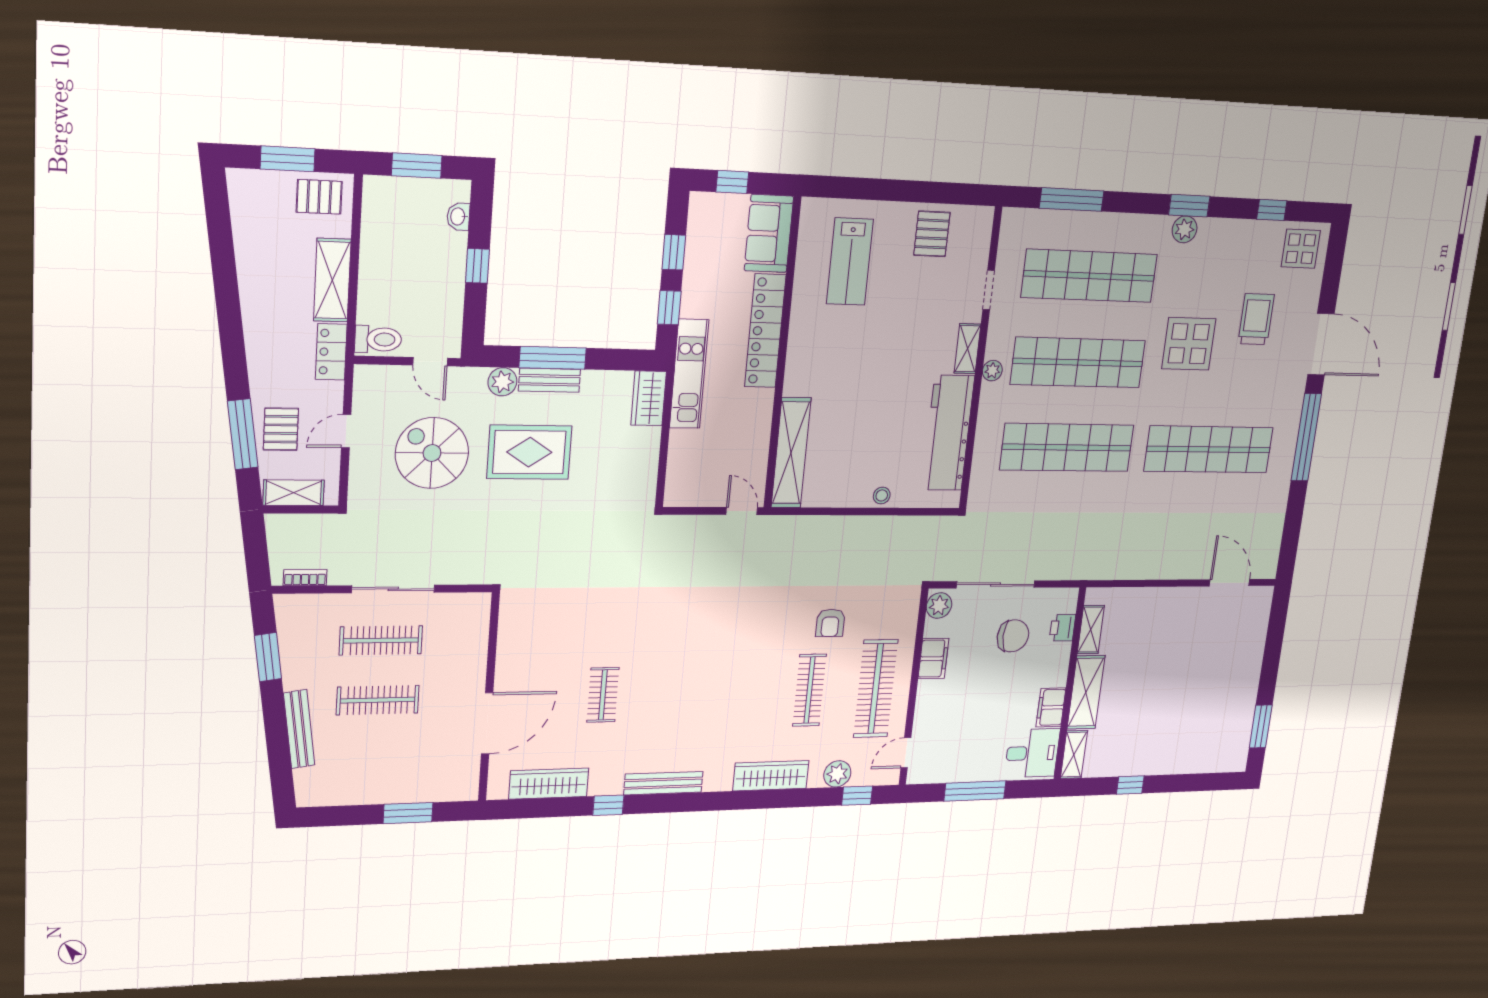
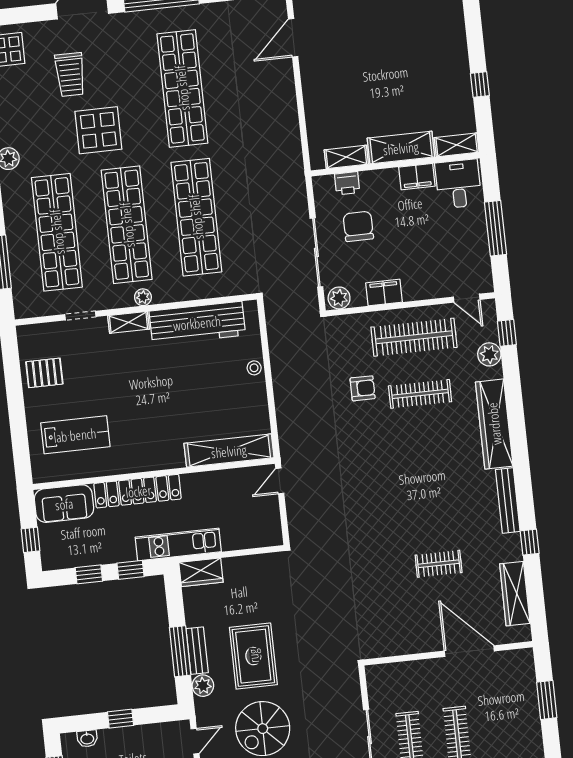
trolley: (1256, 319) -> (70, 74), turned -90
wardrobe: (771, 776) -> (494, 424), width x1.40, depth x1.17

